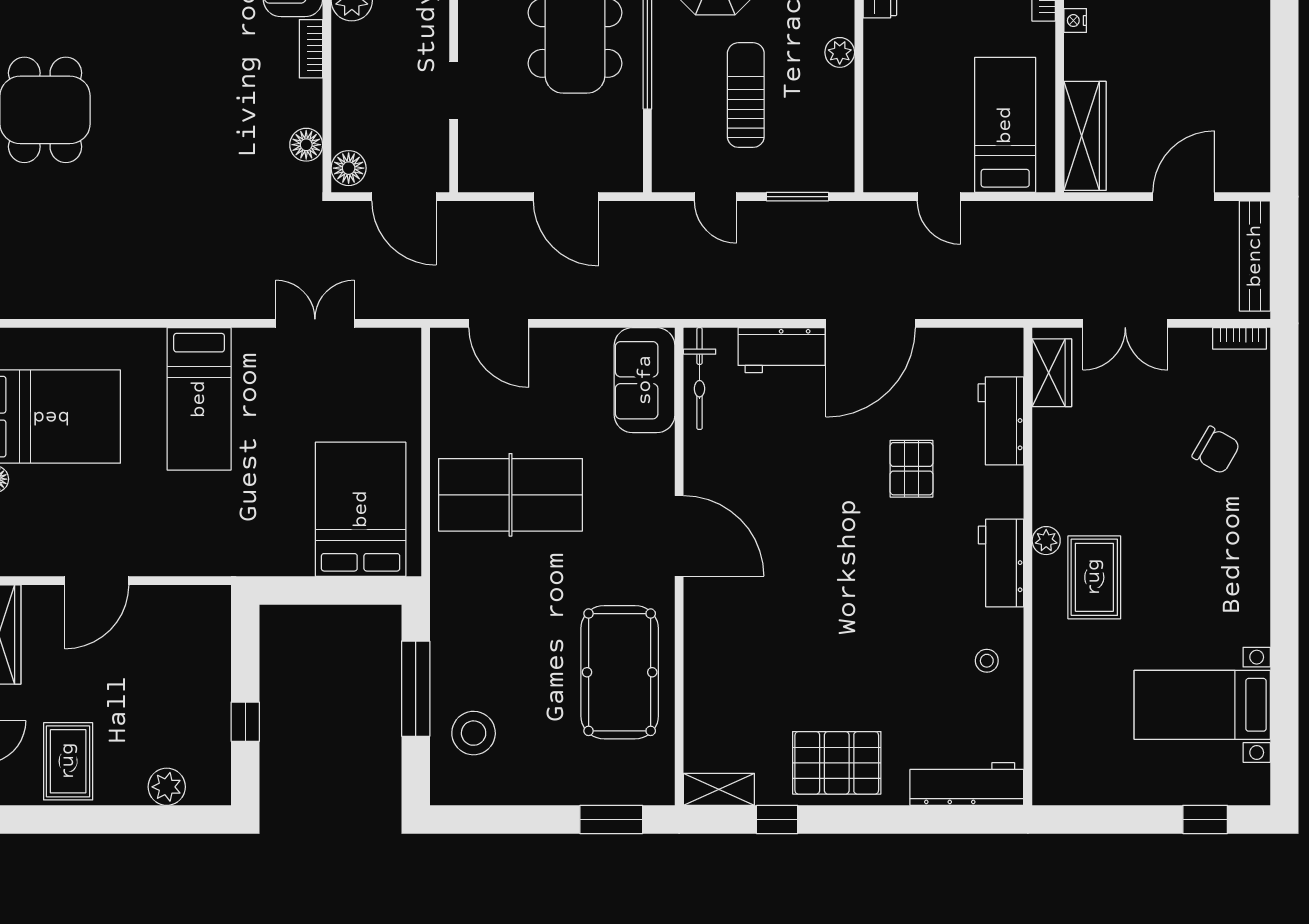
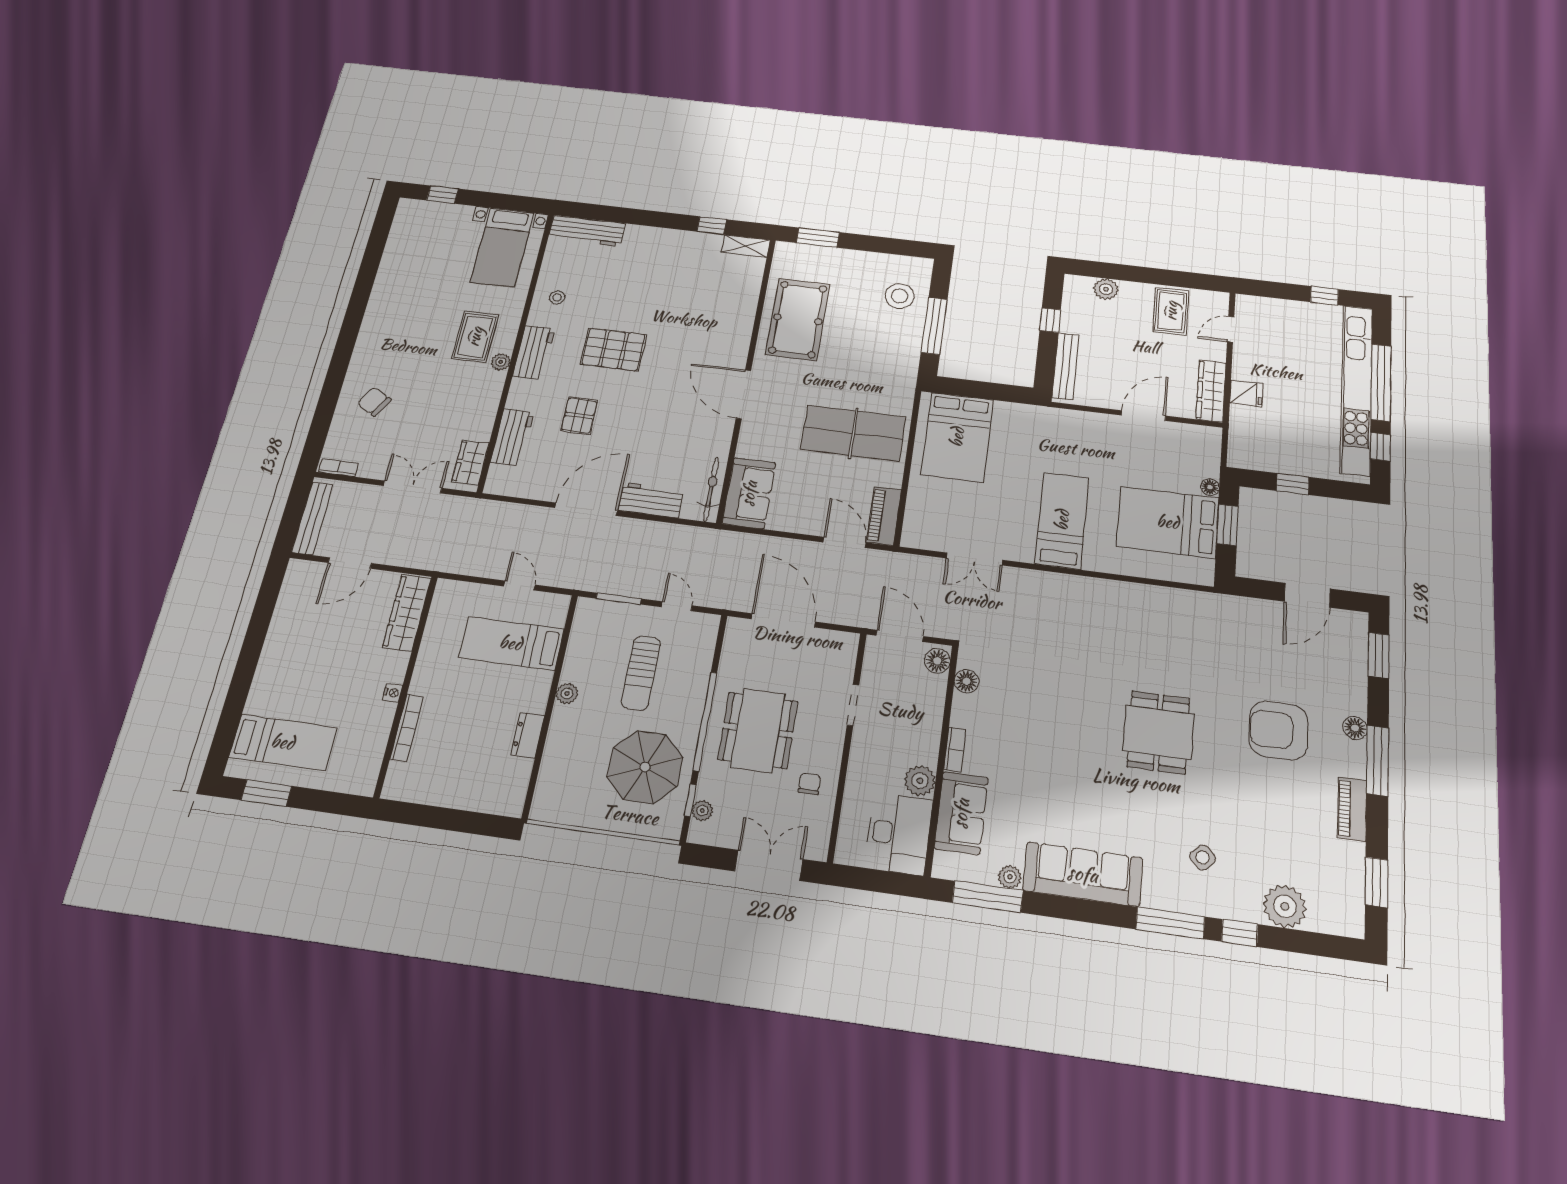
bed: (1005, 125) -> (511, 643), moved, turned 90
door: (566, 197) -> (783, 620), width x1.36
piano: (449, 371) -> (884, 516), added
bench: (216, 647) -> (1065, 366), added
bed with nightstands: (1202, 705) -> (502, 247), moved, turned 90
pallet: (837, 763) -> (613, 349), moved

